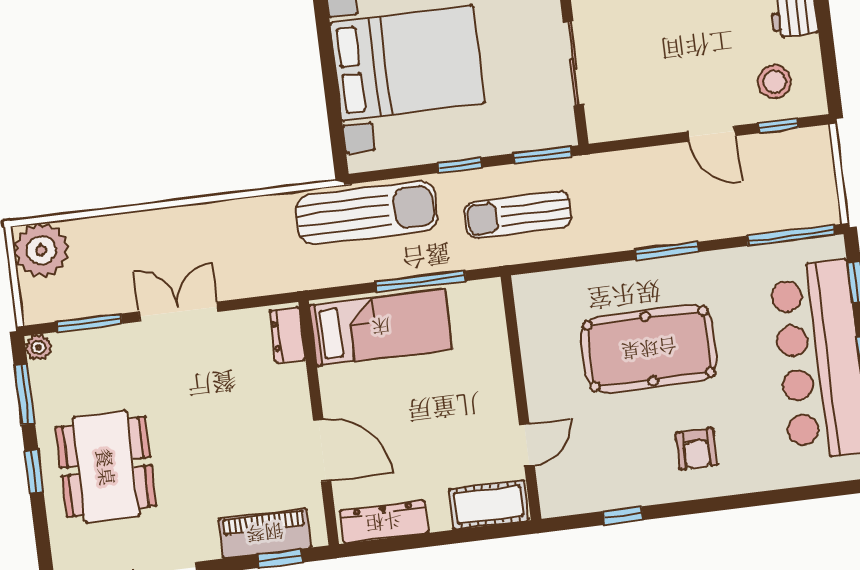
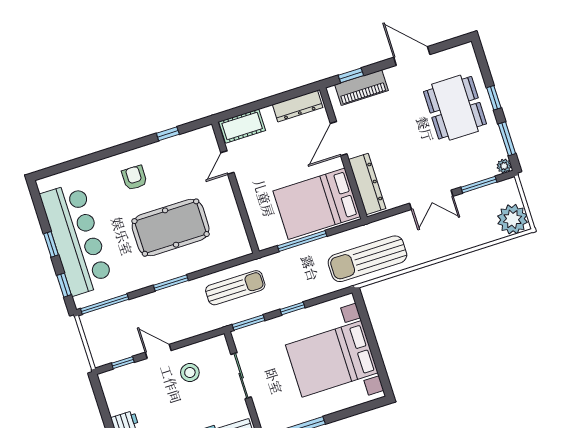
stool: (774, 81) -> (190, 373), moved
sun lounger: (367, 213) -> (367, 259), moved
sun lounger: (518, 215) -> (235, 288), moved
bed: (381, 327) -> (317, 204), width x1.50
dresser: (287, 335) -> (367, 184), width x1.96, depth x1.24
door: (322, 450) -> (339, 139), hinge flipped

